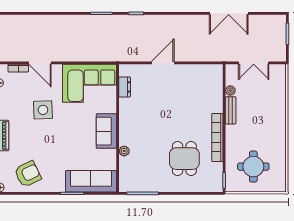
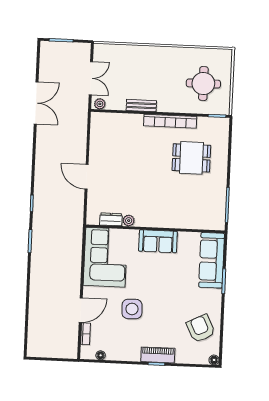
plant: (230, 91) -> (100, 104), moved
plant: (124, 151) -> (129, 221), moved

